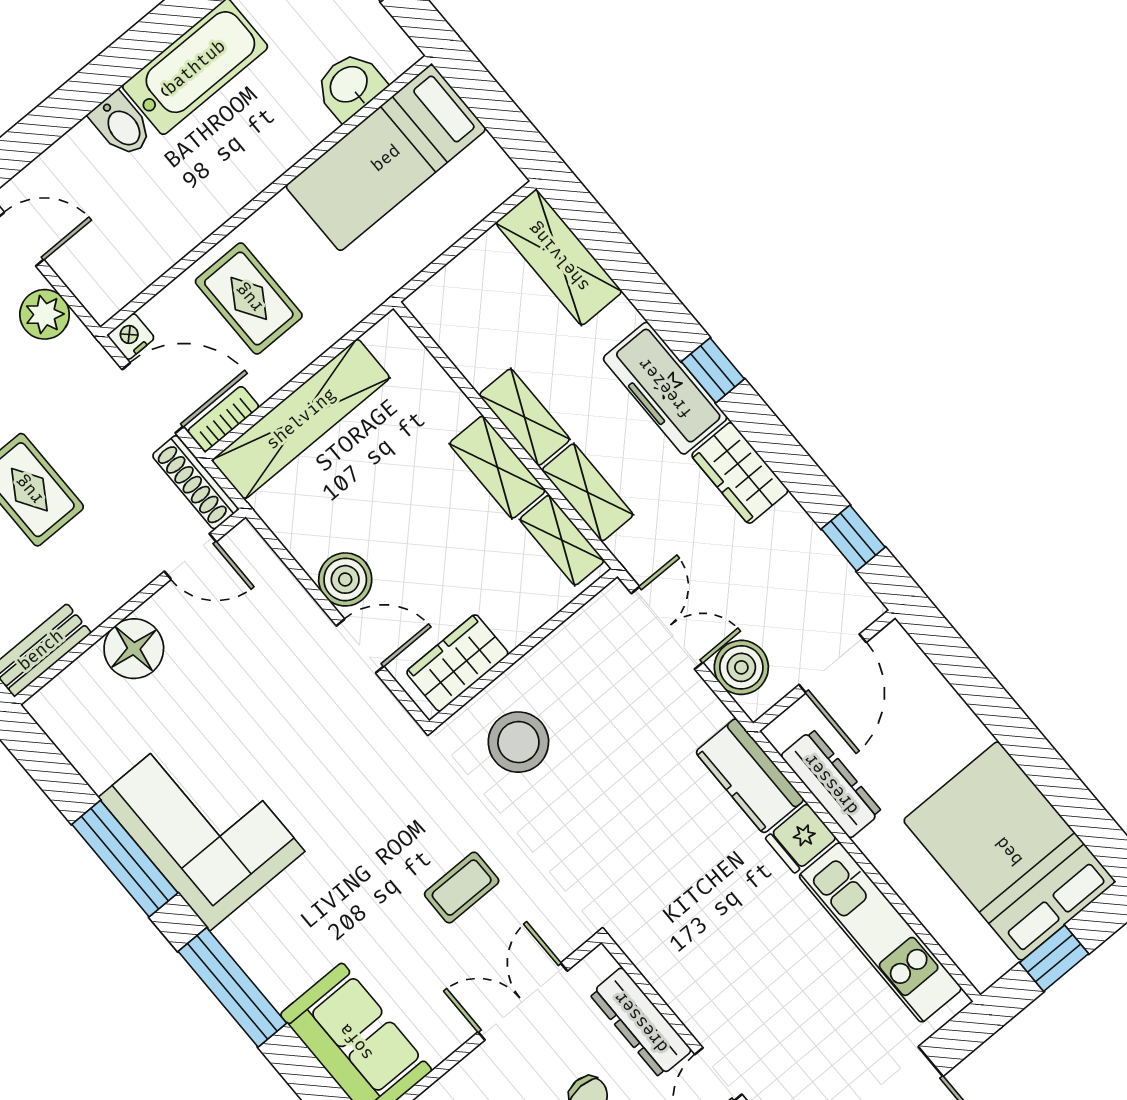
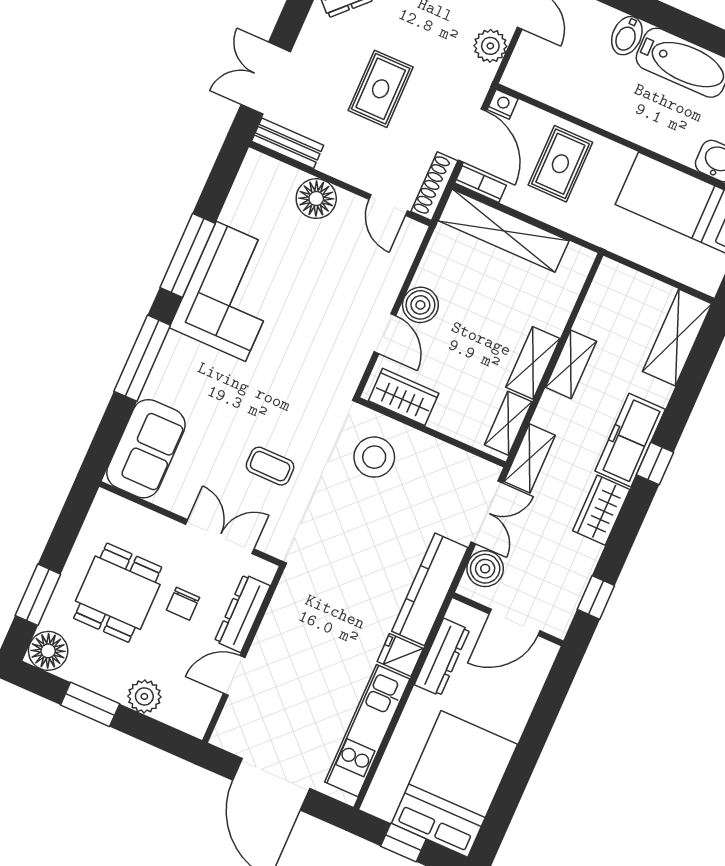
shelving: (588, 492) -> (530, 458), moved
kitchen counter: (750, 776) -> (430, 589), width x1.50

